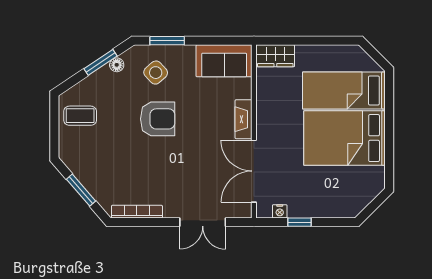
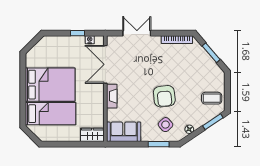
window: (101, 62) -> (213, 122), moved
armchair: (158, 119) -> (164, 96), turned -96
double door: (254, 171) -> (105, 64), swing flipped

